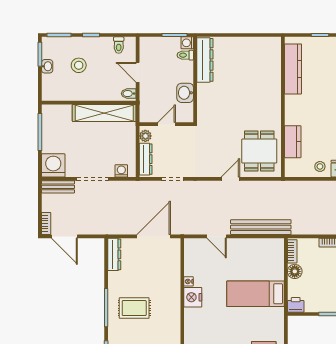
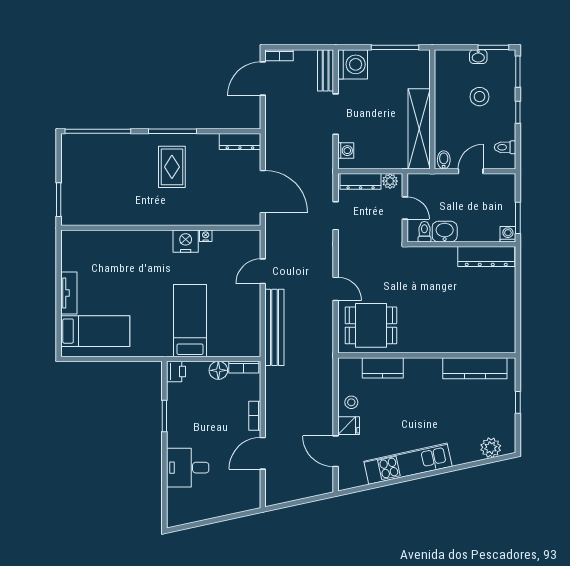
toilet: (185, 55) -> (424, 232), moved

